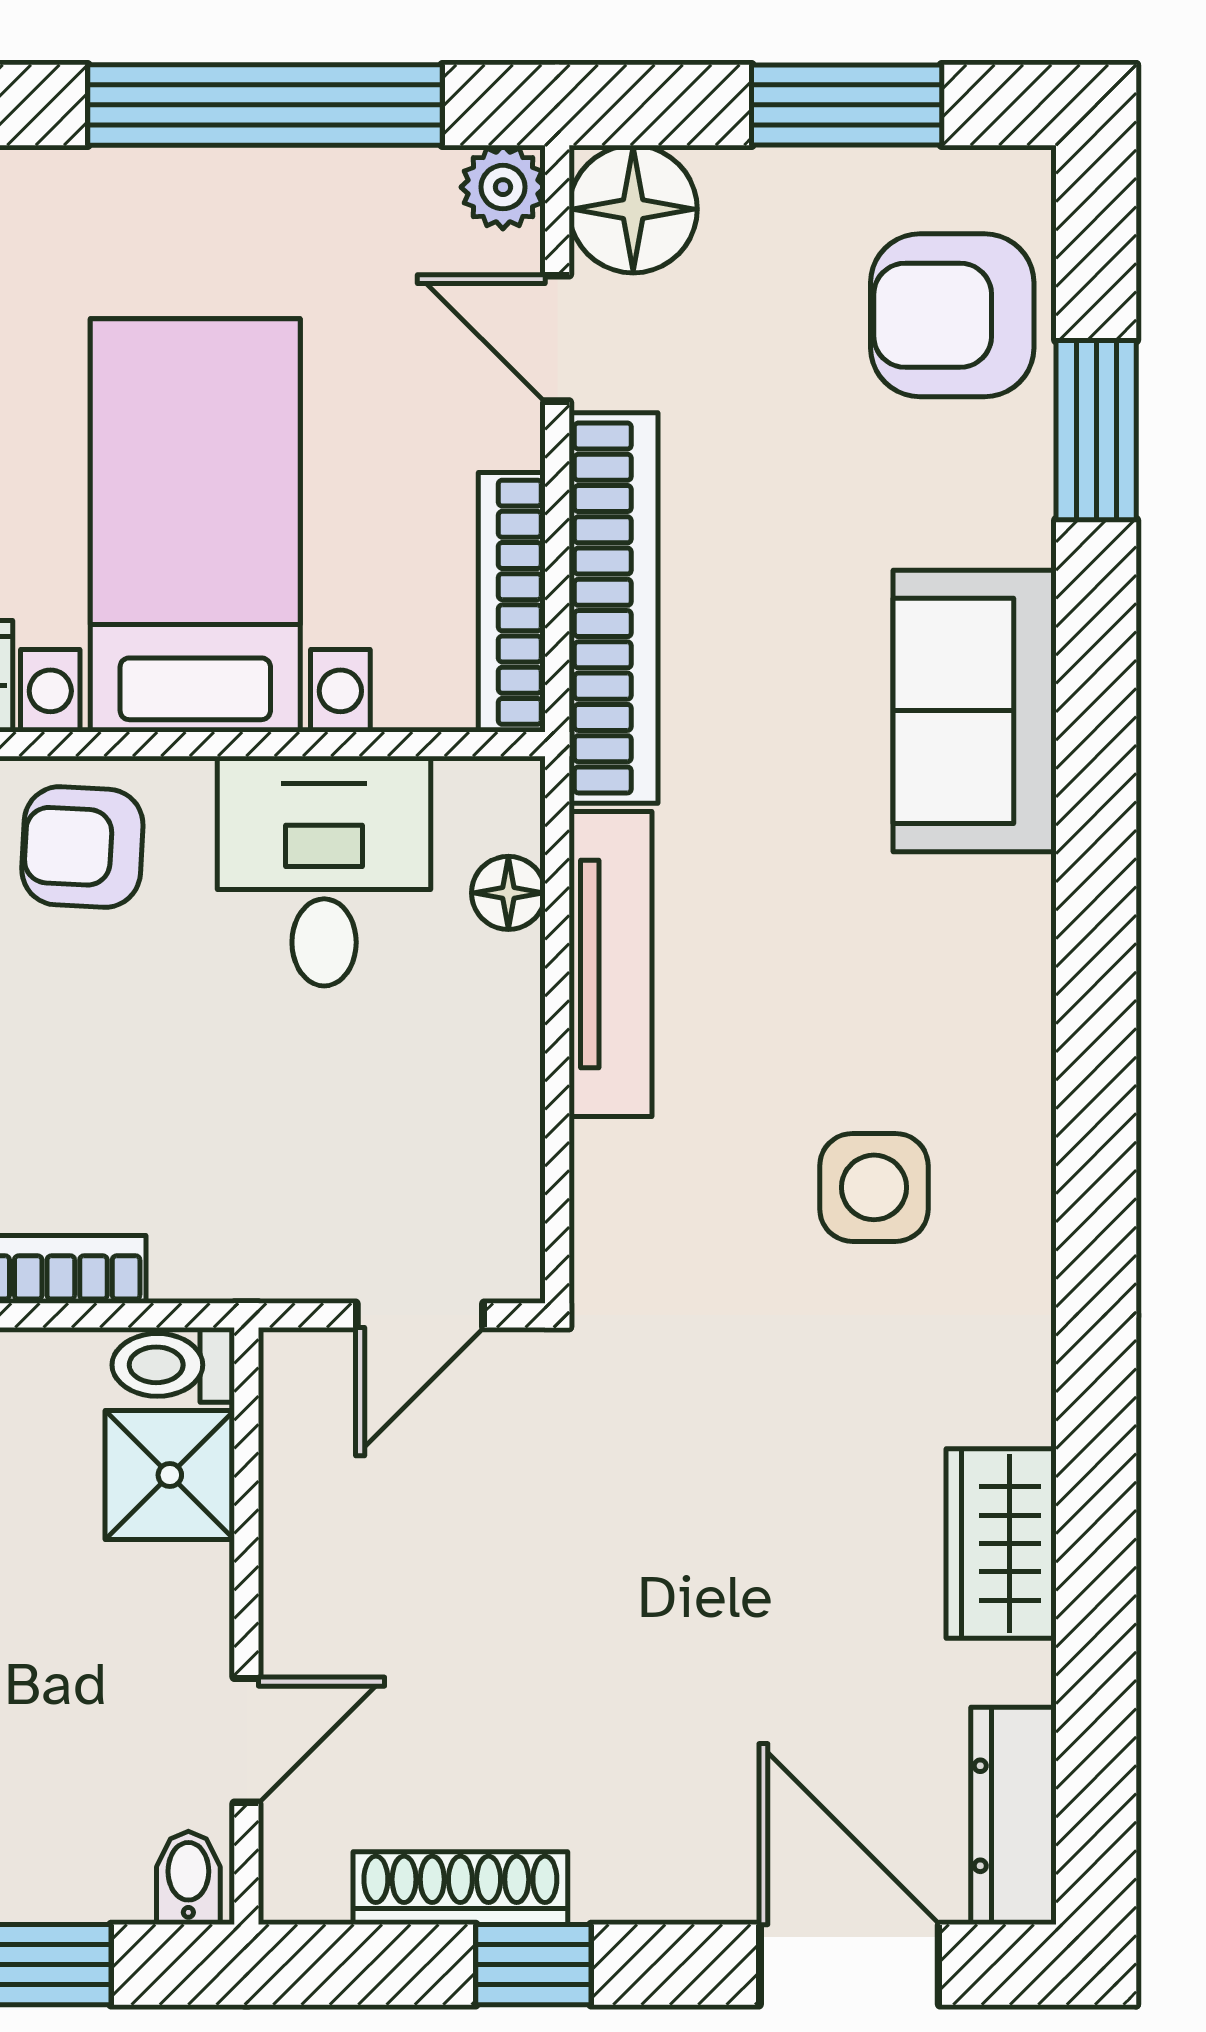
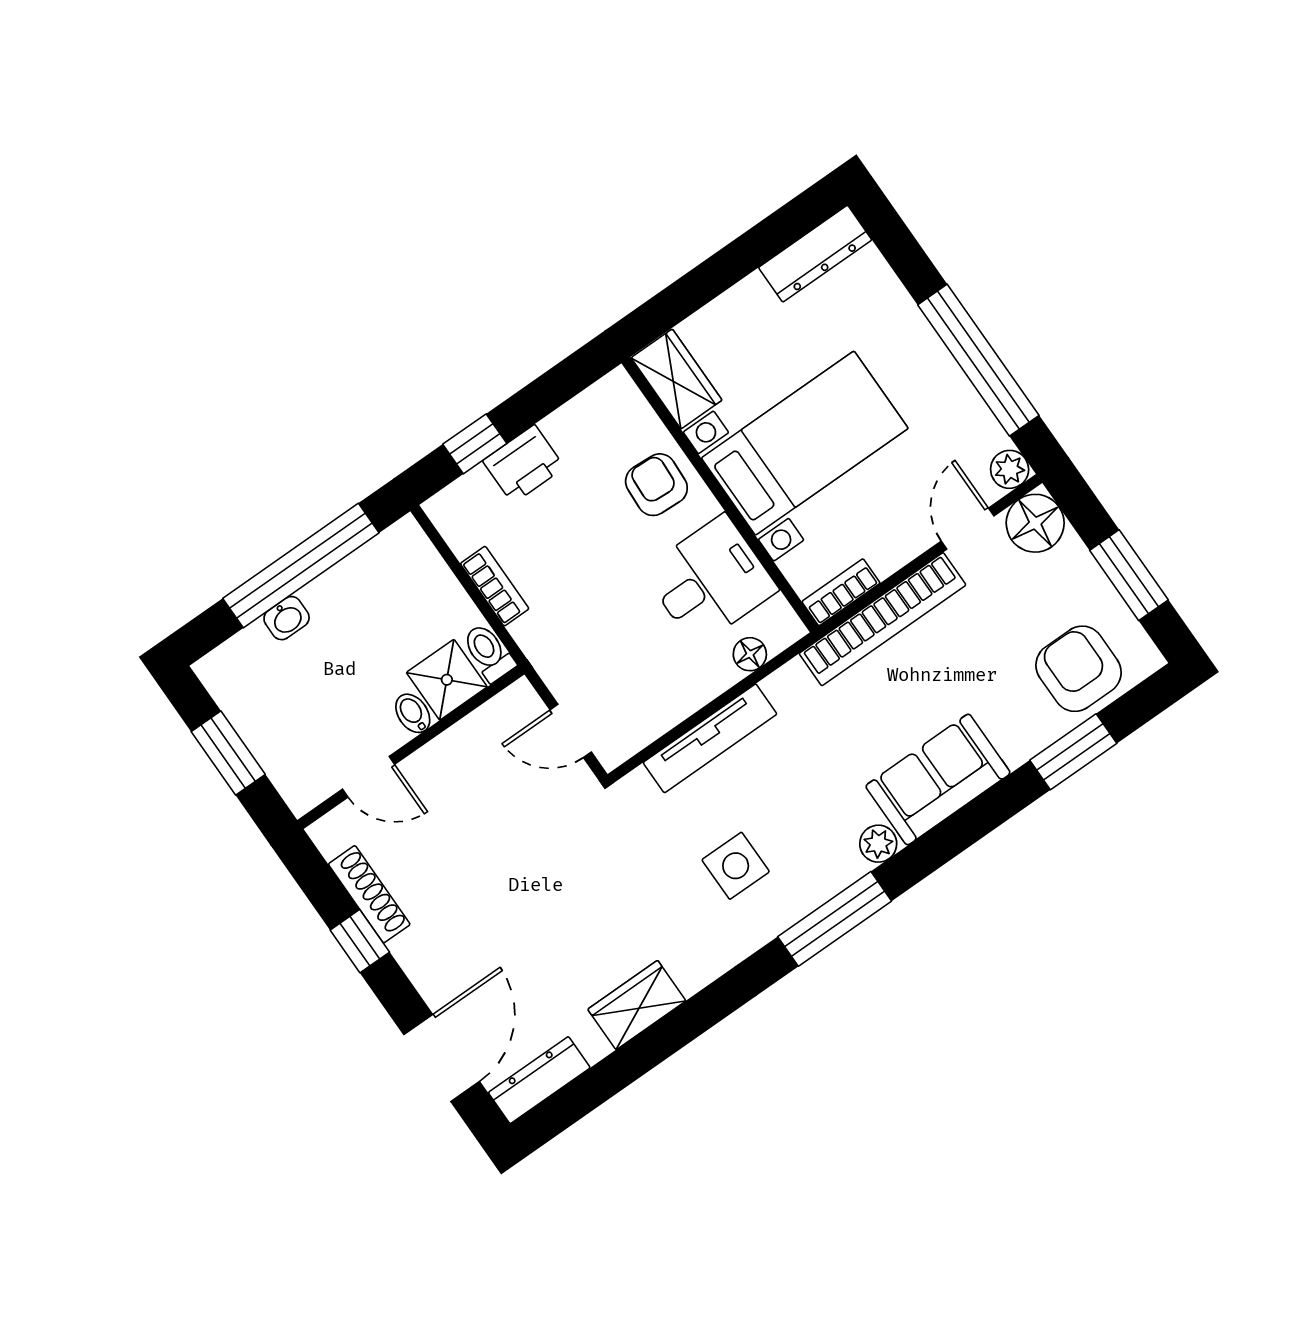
bookcase: (512, 602) -> (841, 592), width x0.64
plant: (1015, 901) -> (878, 844), added
tv unit: (610, 964) -> (710, 738), moved
window: (1096, 1075) -> (835, 919), added
bidet: (188, 1878) -> (413, 713), moved, turned -90

